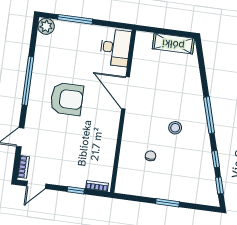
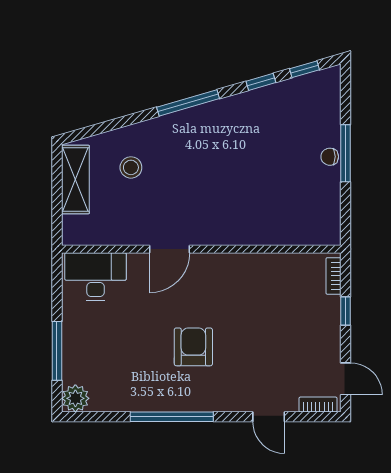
door: (126, 93) -> (170, 249), width x0.73
armchair: (67, 99) -> (193, 347), width x0.73, depth x0.73
stool: (175, 128) -> (131, 167), moved
chair: (150, 156) -> (330, 157), moved
window: (167, 203) -> (346, 153), width x1.44

